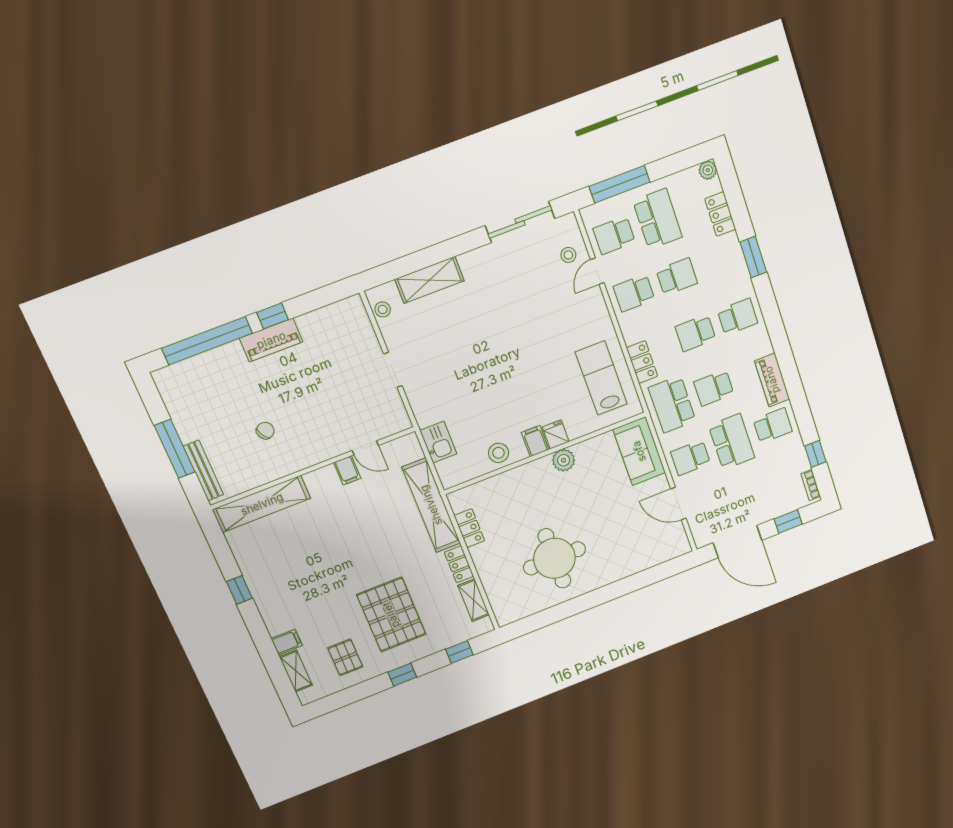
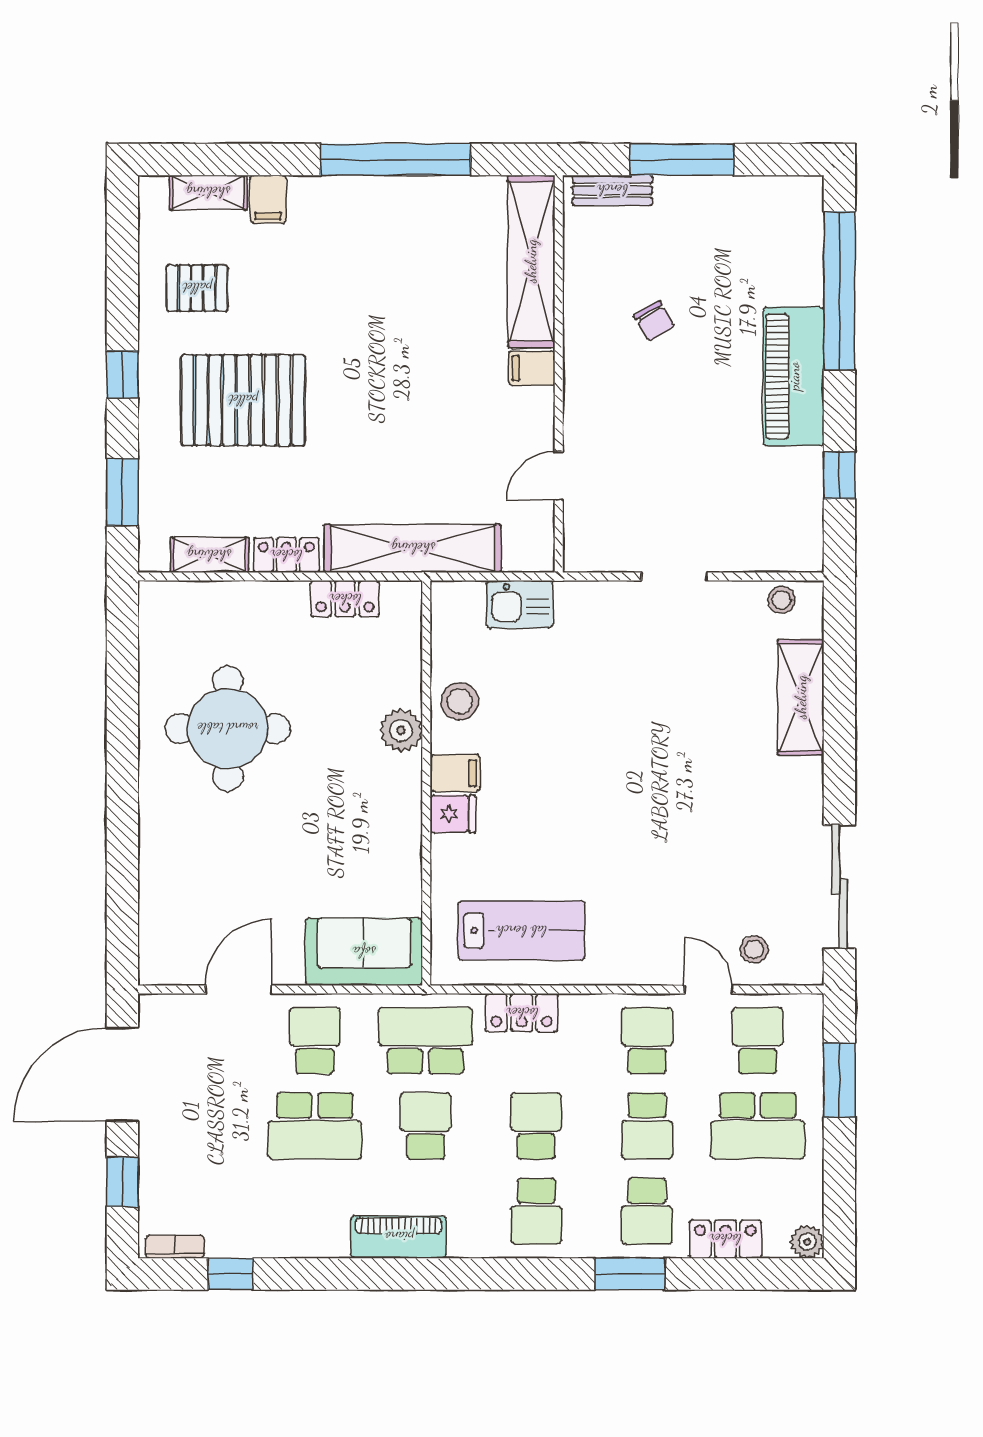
window: (620, 184) -> (839, 1080), width x0.69
window: (272, 316) -> (839, 475), moved
piano: (271, 340) -> (794, 376), width x1.37, depth x1.33
school desk: (773, 426) -> (647, 1211), moved
plant: (564, 460) -> (401, 730), moved
filing cabinet: (347, 470) -> (532, 368), moved
bench: (203, 471) -> (612, 190), width x0.73
window: (239, 590) -> (395, 160), width x3.17
window: (459, 652) -> (122, 492), width x1.50

